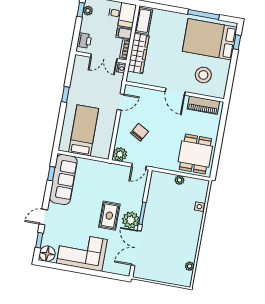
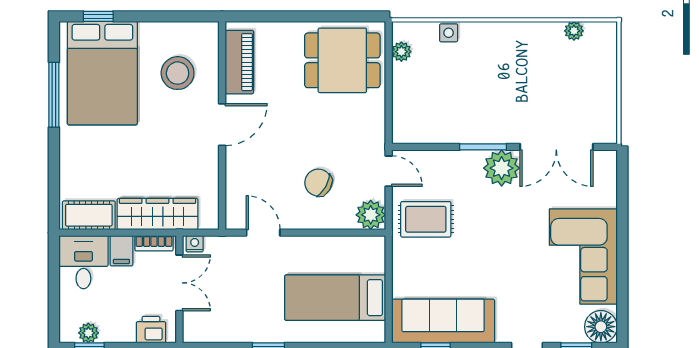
plant: (180, 180) -> (401, 52), moved
rug: (109, 216) -> (426, 219), moved

